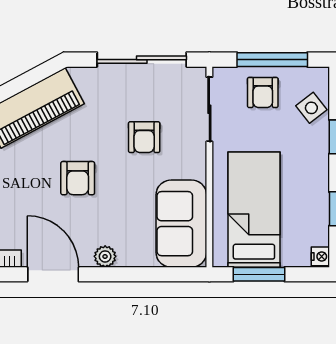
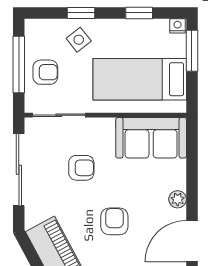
side table: (311, 108) -> (79, 40), moved
armchair: (78, 178) -> (114, 221), turned -90
window: (259, 274) -> (192, 51), moved

